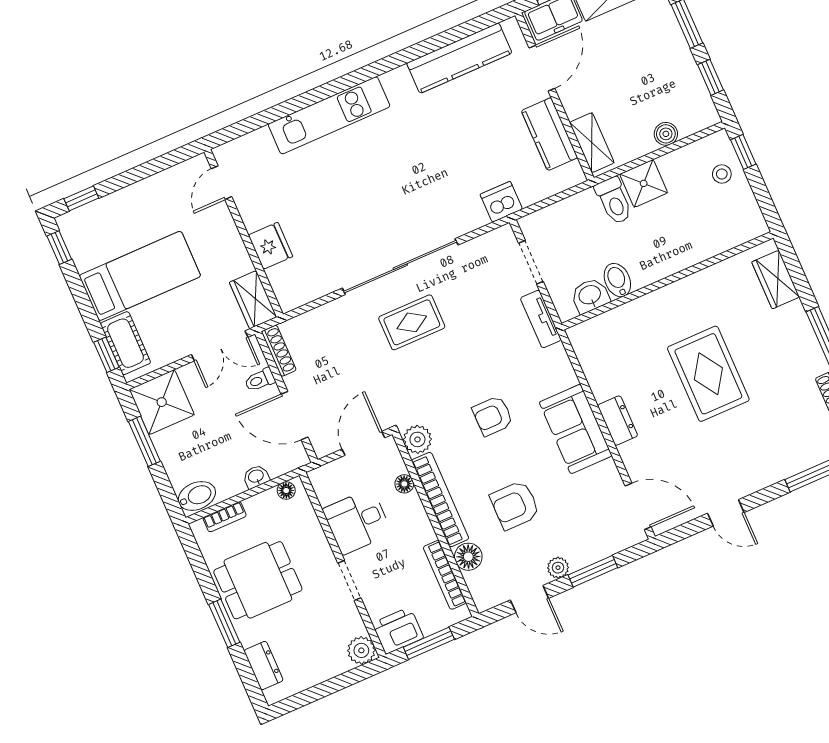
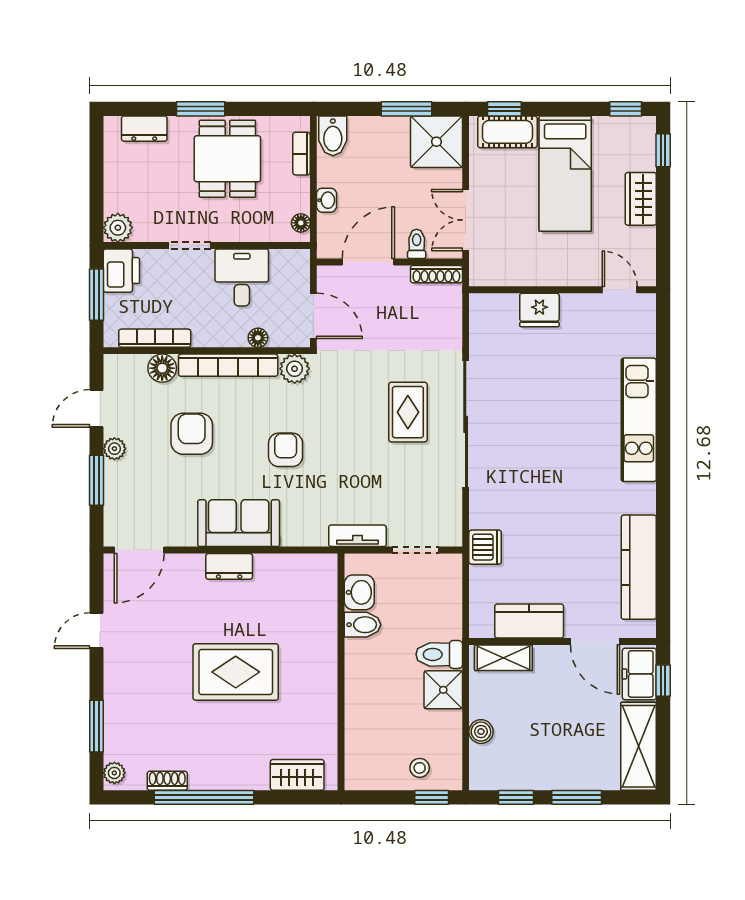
wardrobe: (253, 300) -> (641, 199), moved, turned -90

